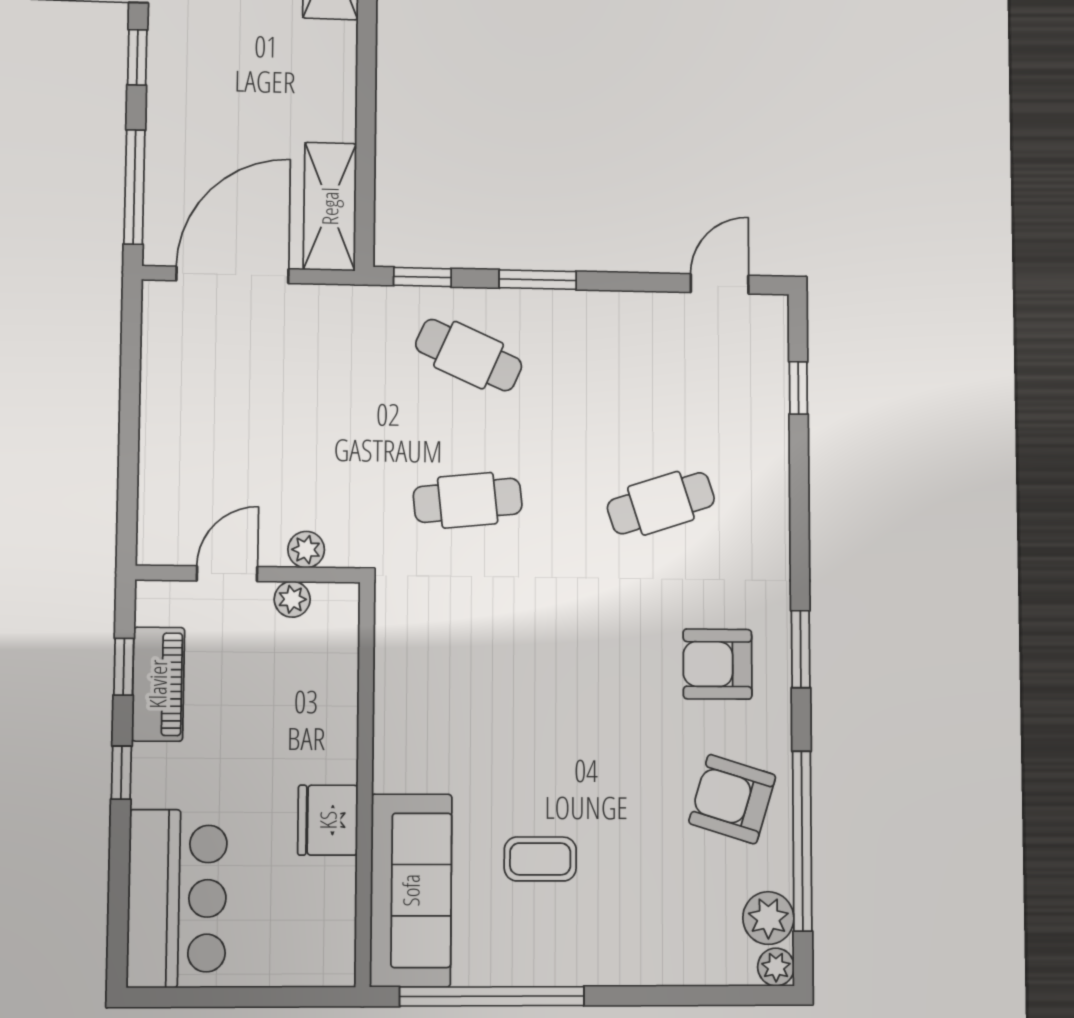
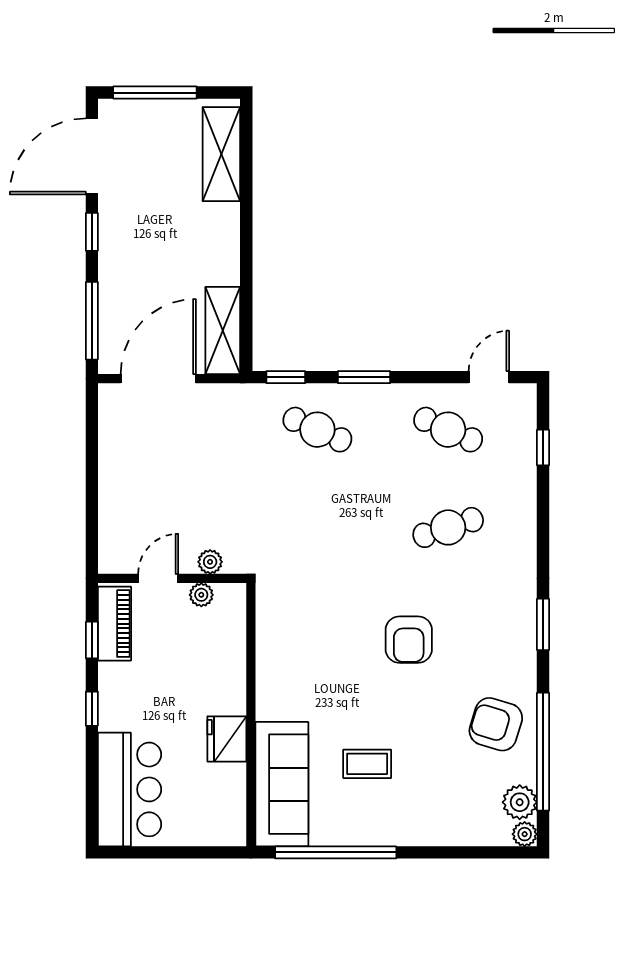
cafe table: (468, 500) -> (448, 430), moved, turned 30
armchair: (718, 664) -> (409, 640), moved, turned -90
piano: (158, 684) -> (114, 624), moved

